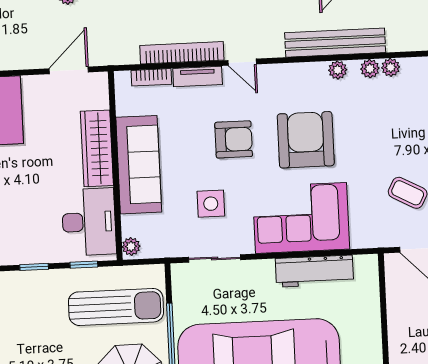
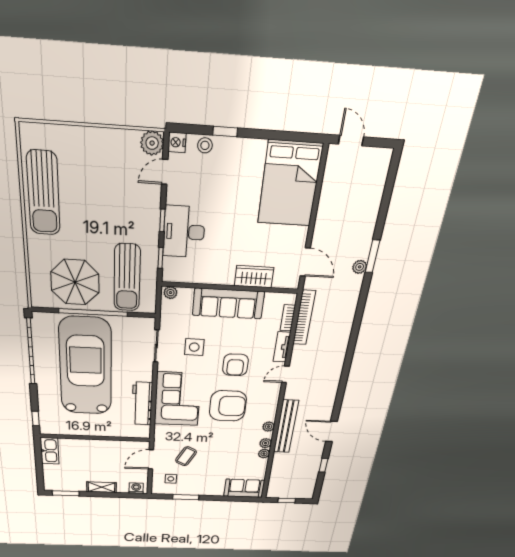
bookcase: (182, 53) -> (304, 318), moved
wardrobe: (97, 148) -> (254, 277), width x0.67
desk: (89, 222) -> (184, 232), moved, turned 90

